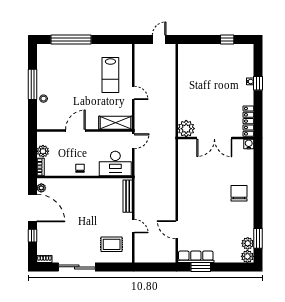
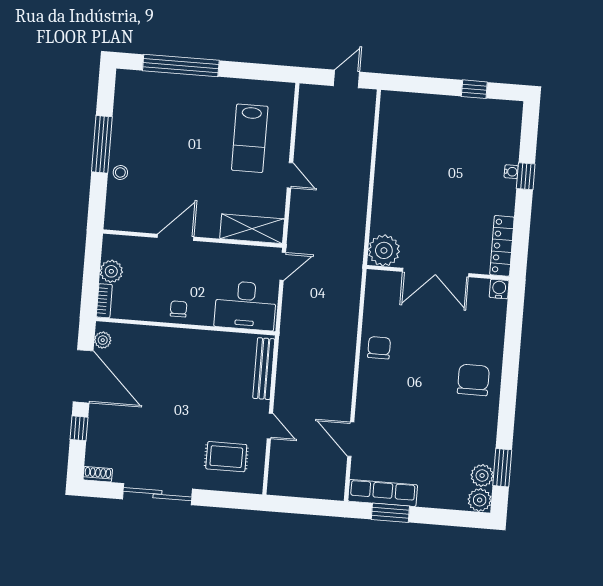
chair: (188, 180) -> (379, 348), added

